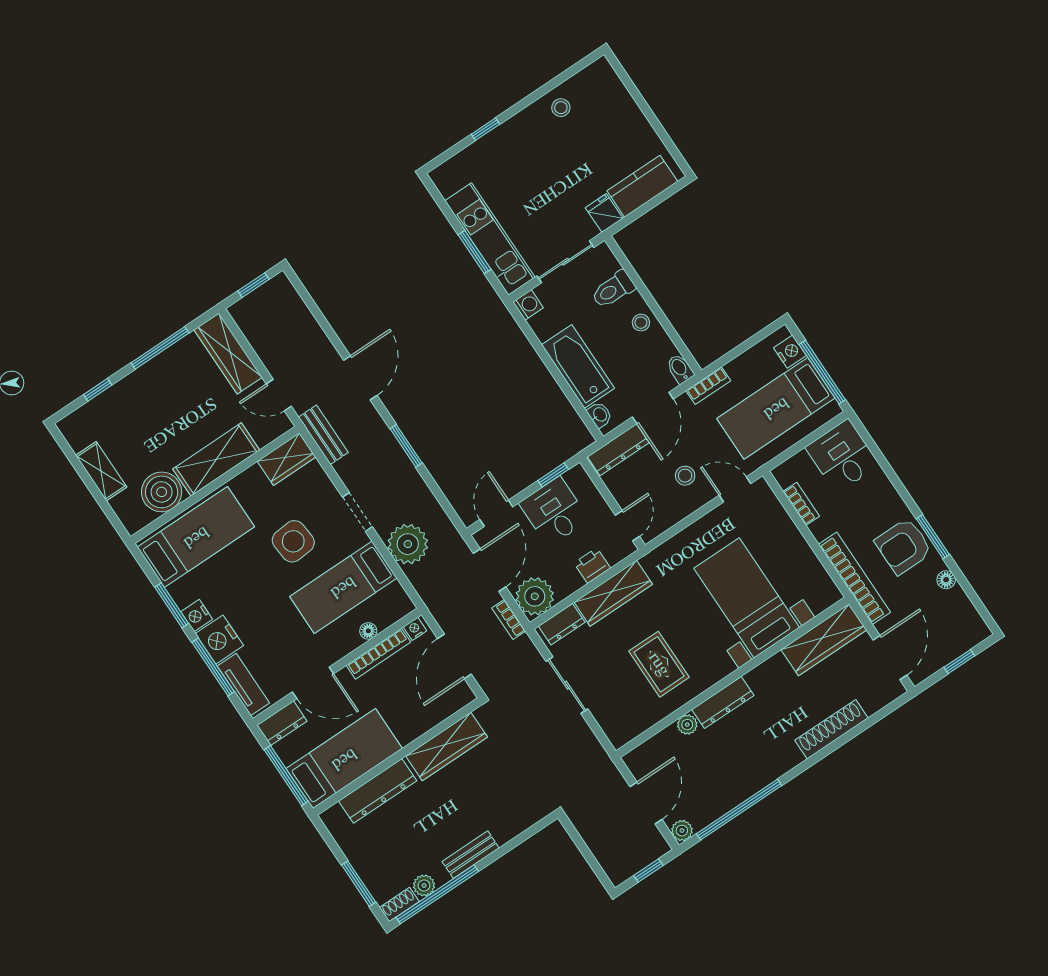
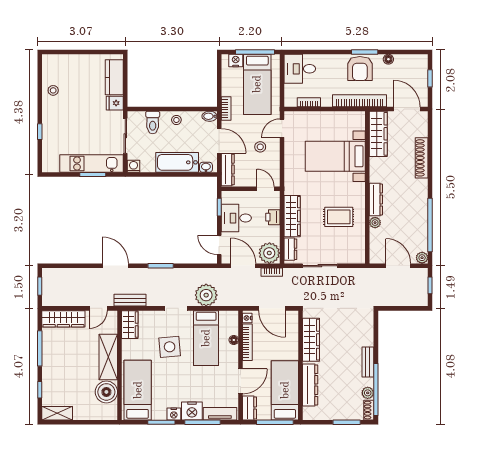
shelving: (101, 471) -> (57, 413), moved

